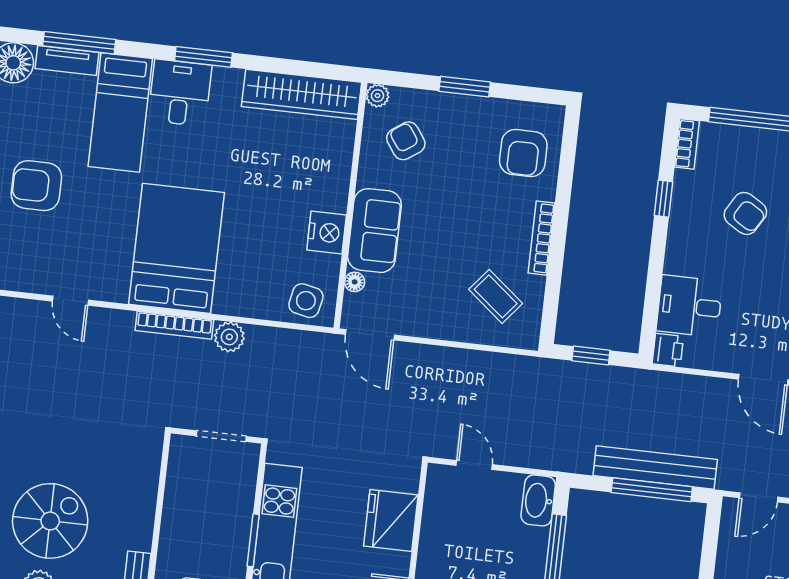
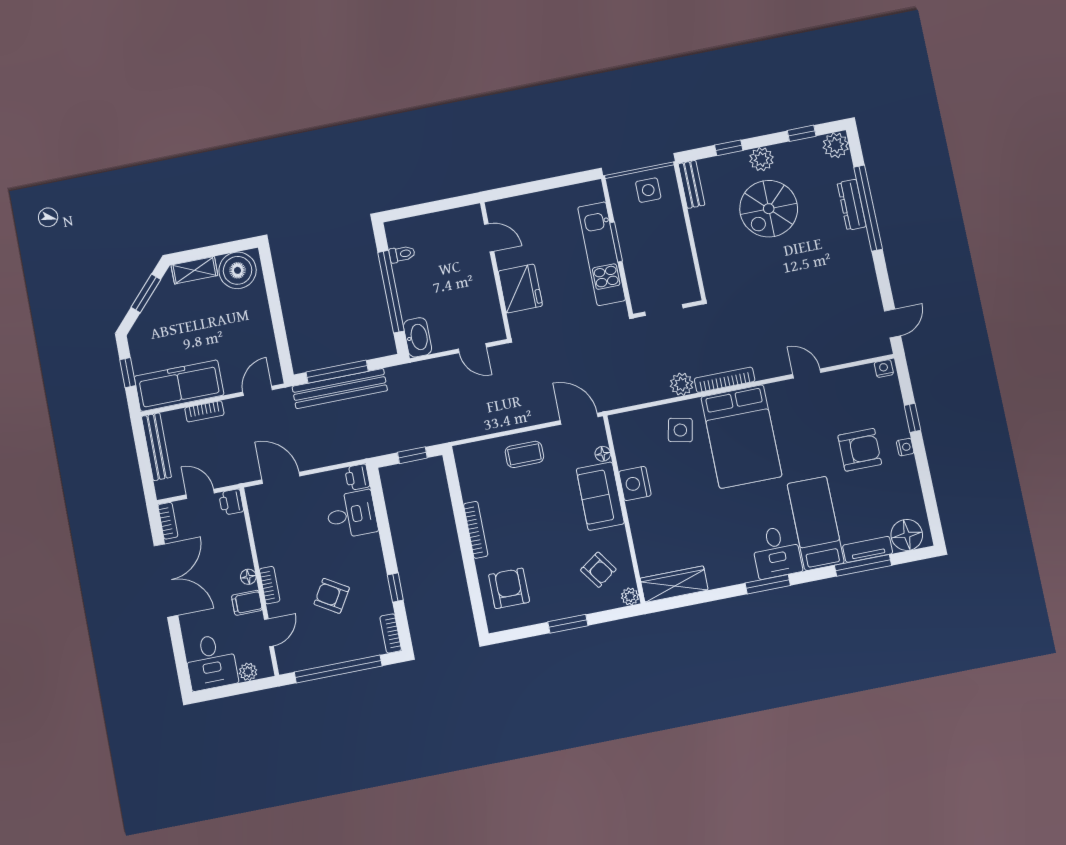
wardrobe: (302, 94) -> (674, 584), width x0.71, depth x0.85
coffee table: (496, 296) -> (524, 454), moved, turned -39
side table: (306, 301) -> (680, 430), moved

